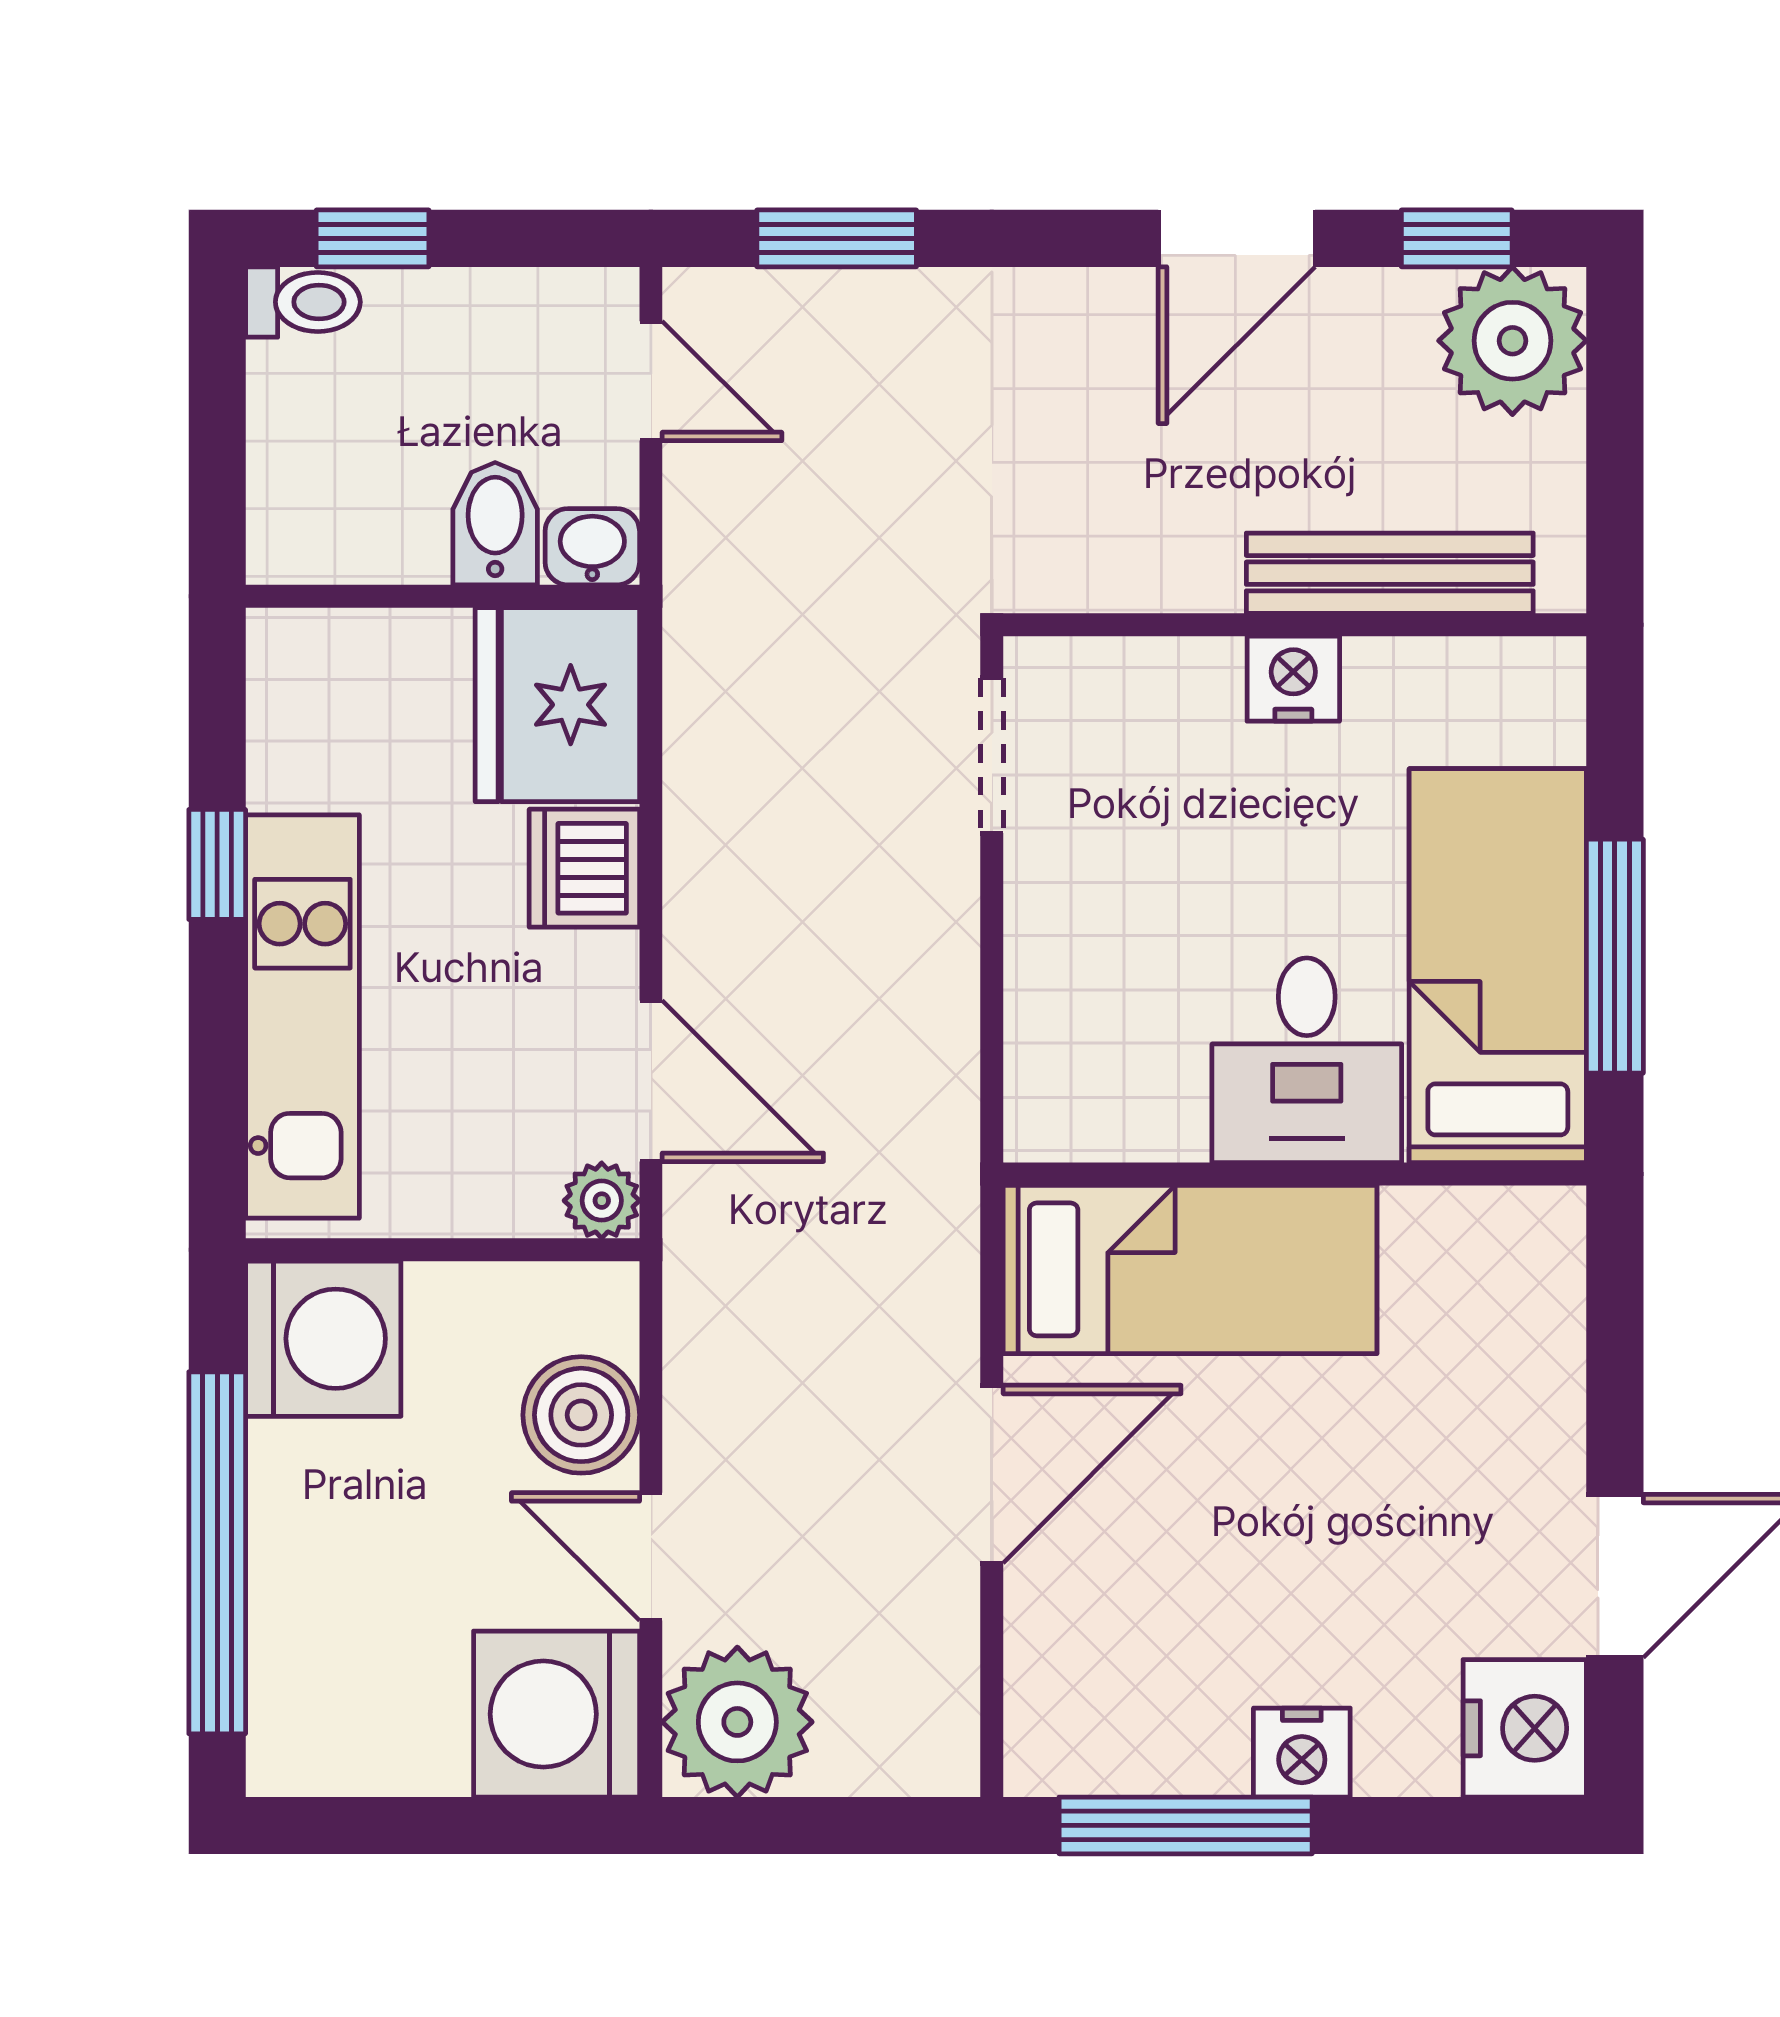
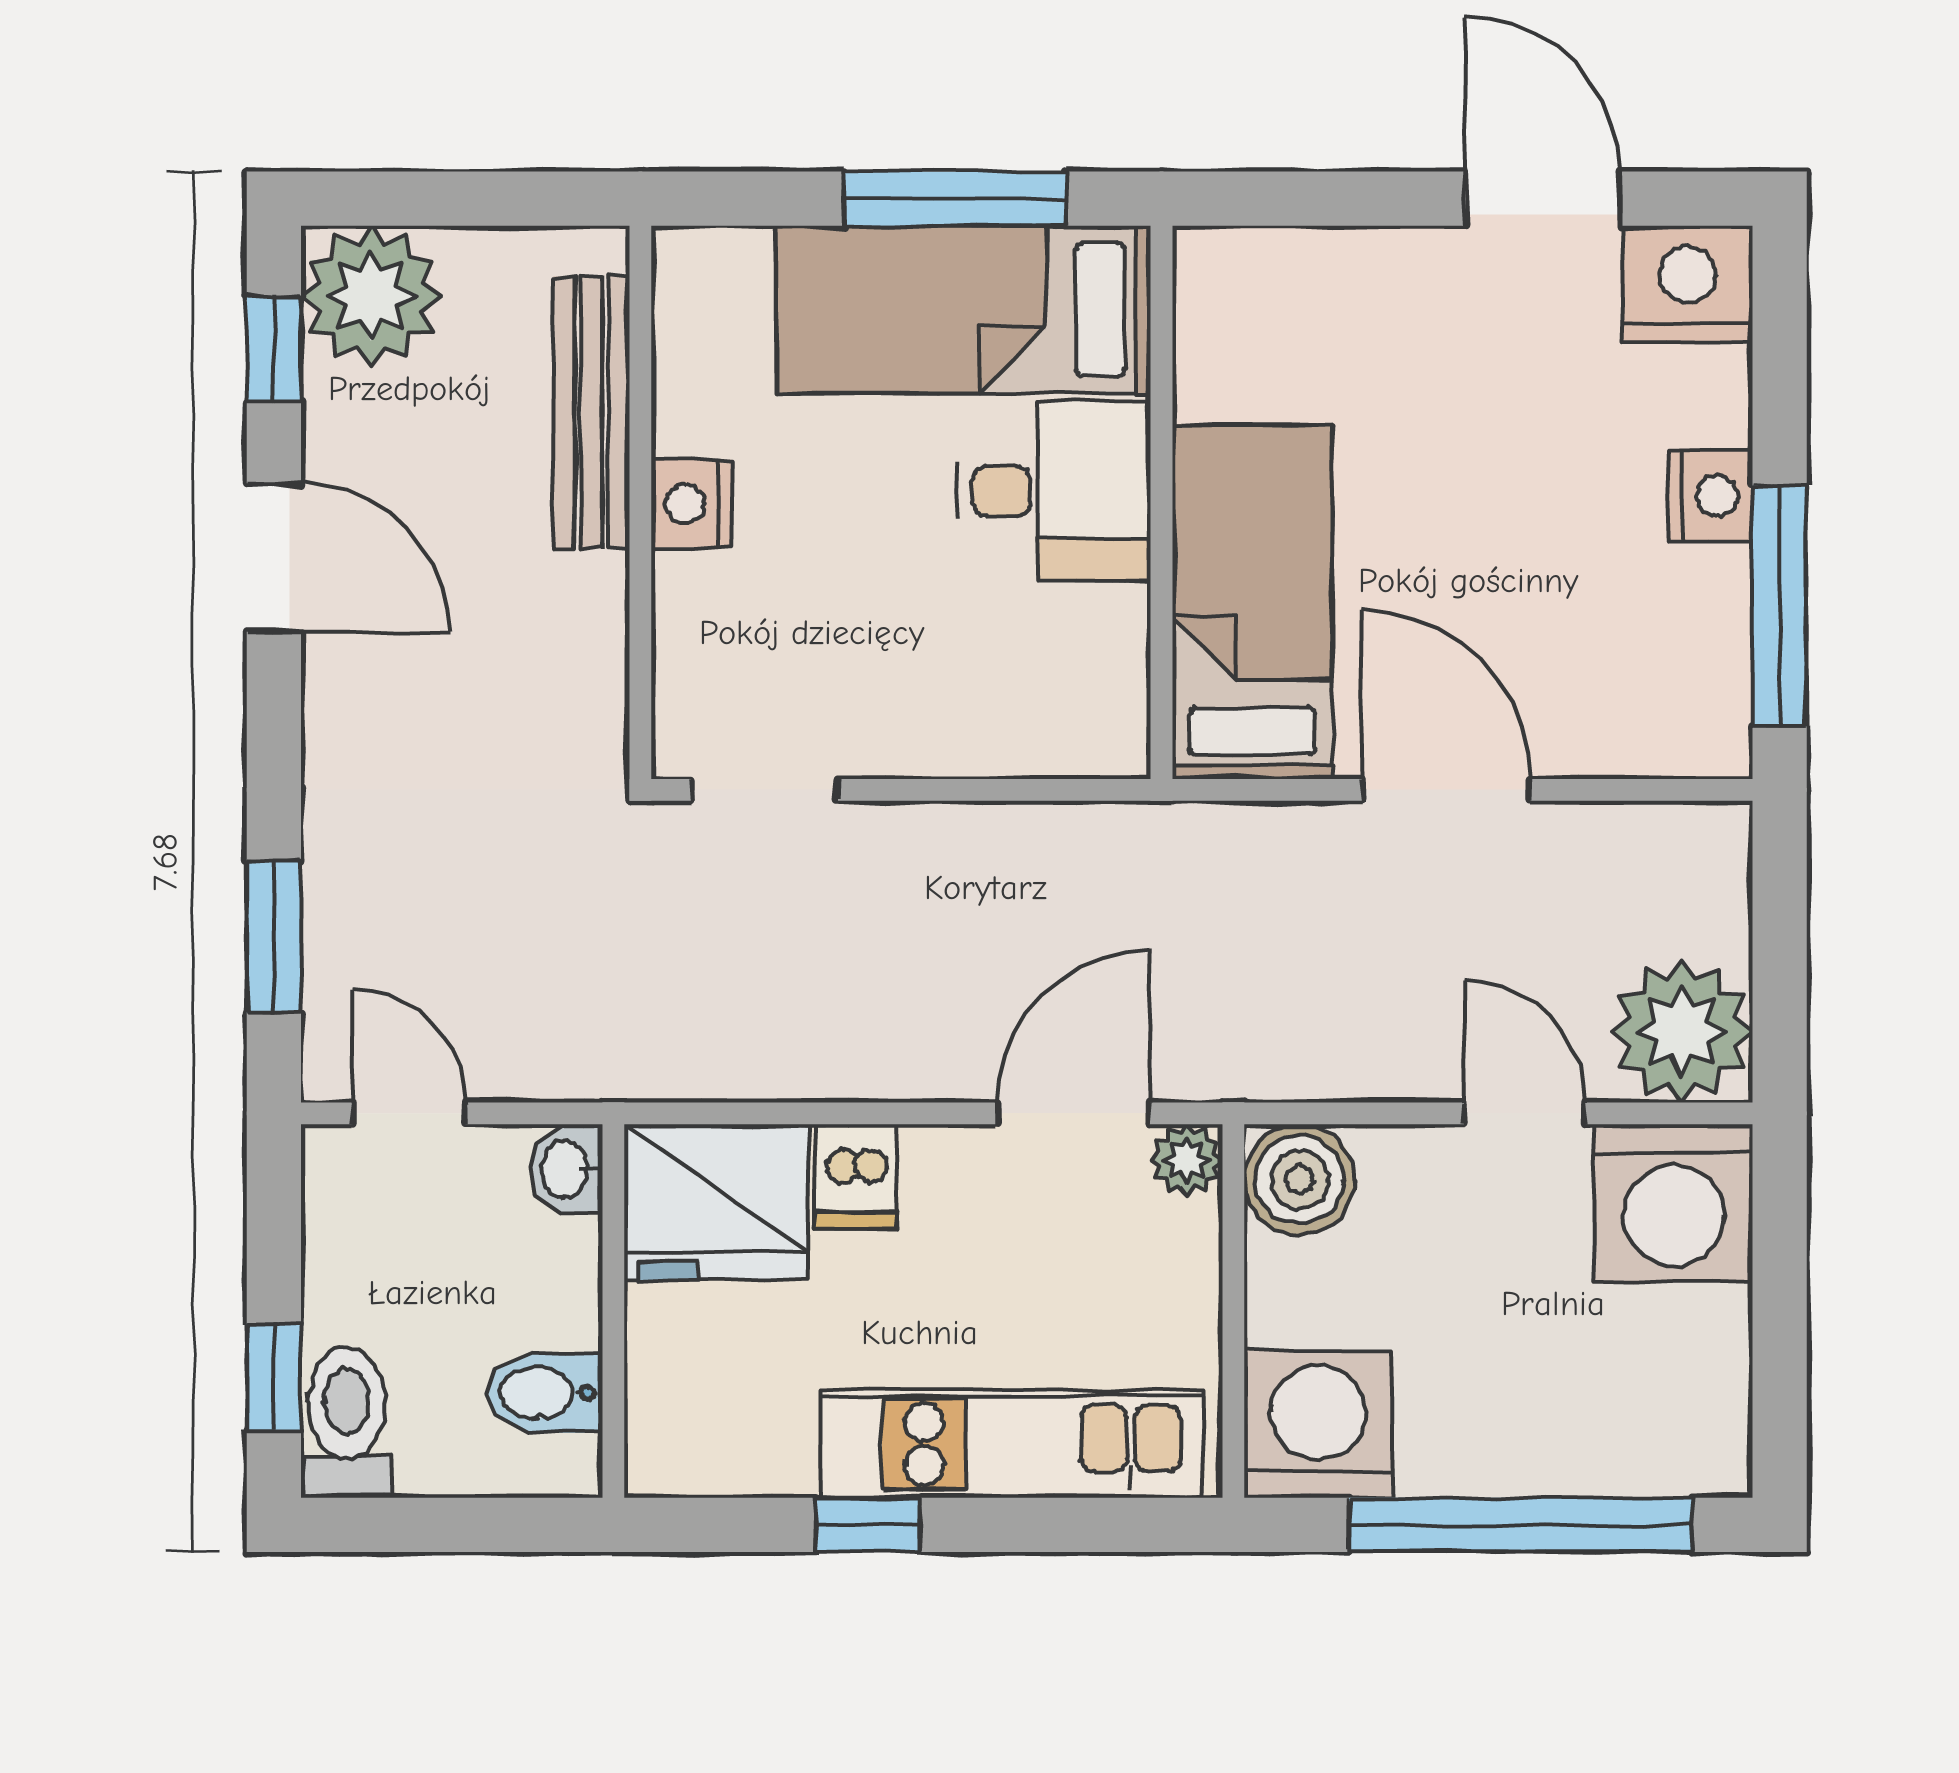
toilet: (303, 302) -> (347, 1422), width x1.37, depth x1.39
door: (651, 381) -> (409, 1113), hinge flipped
bidet: (495, 524) -> (545, 1393), moved
dishwasher: (584, 868) -> (856, 1176), width x0.73
boiler: (581, 1415) -> (1300, 1179), moved
door: (651, 1557) -> (1525, 1113), swing flipped

